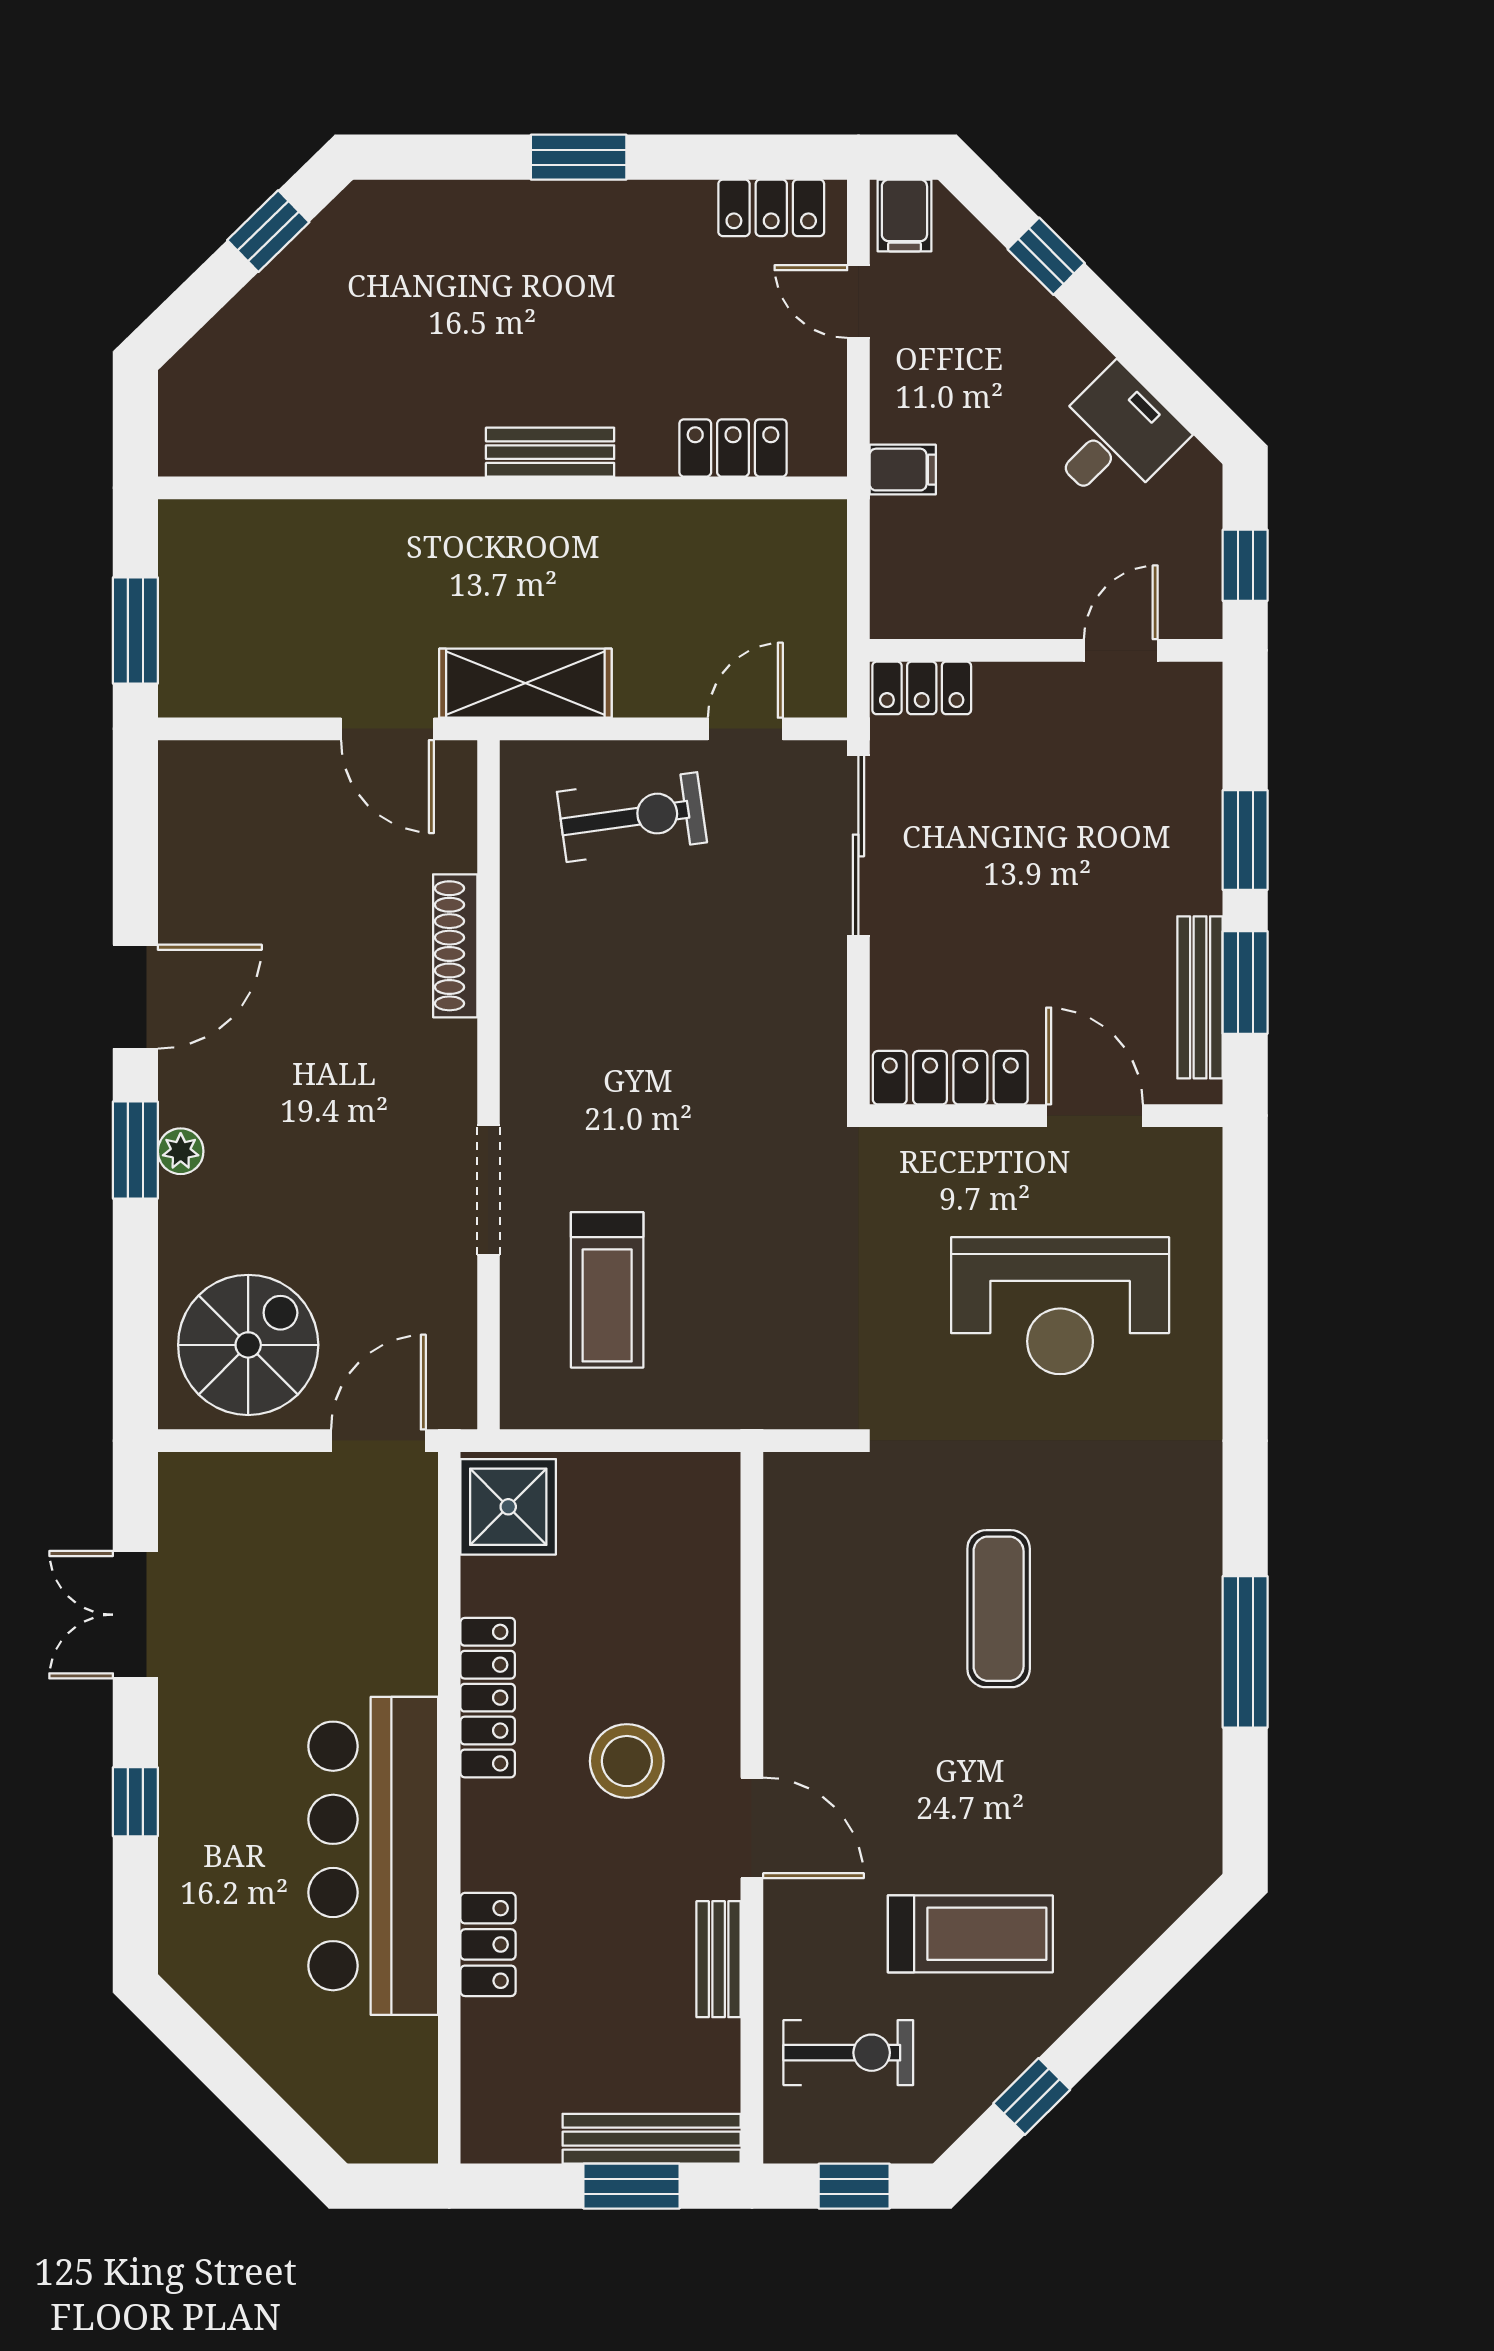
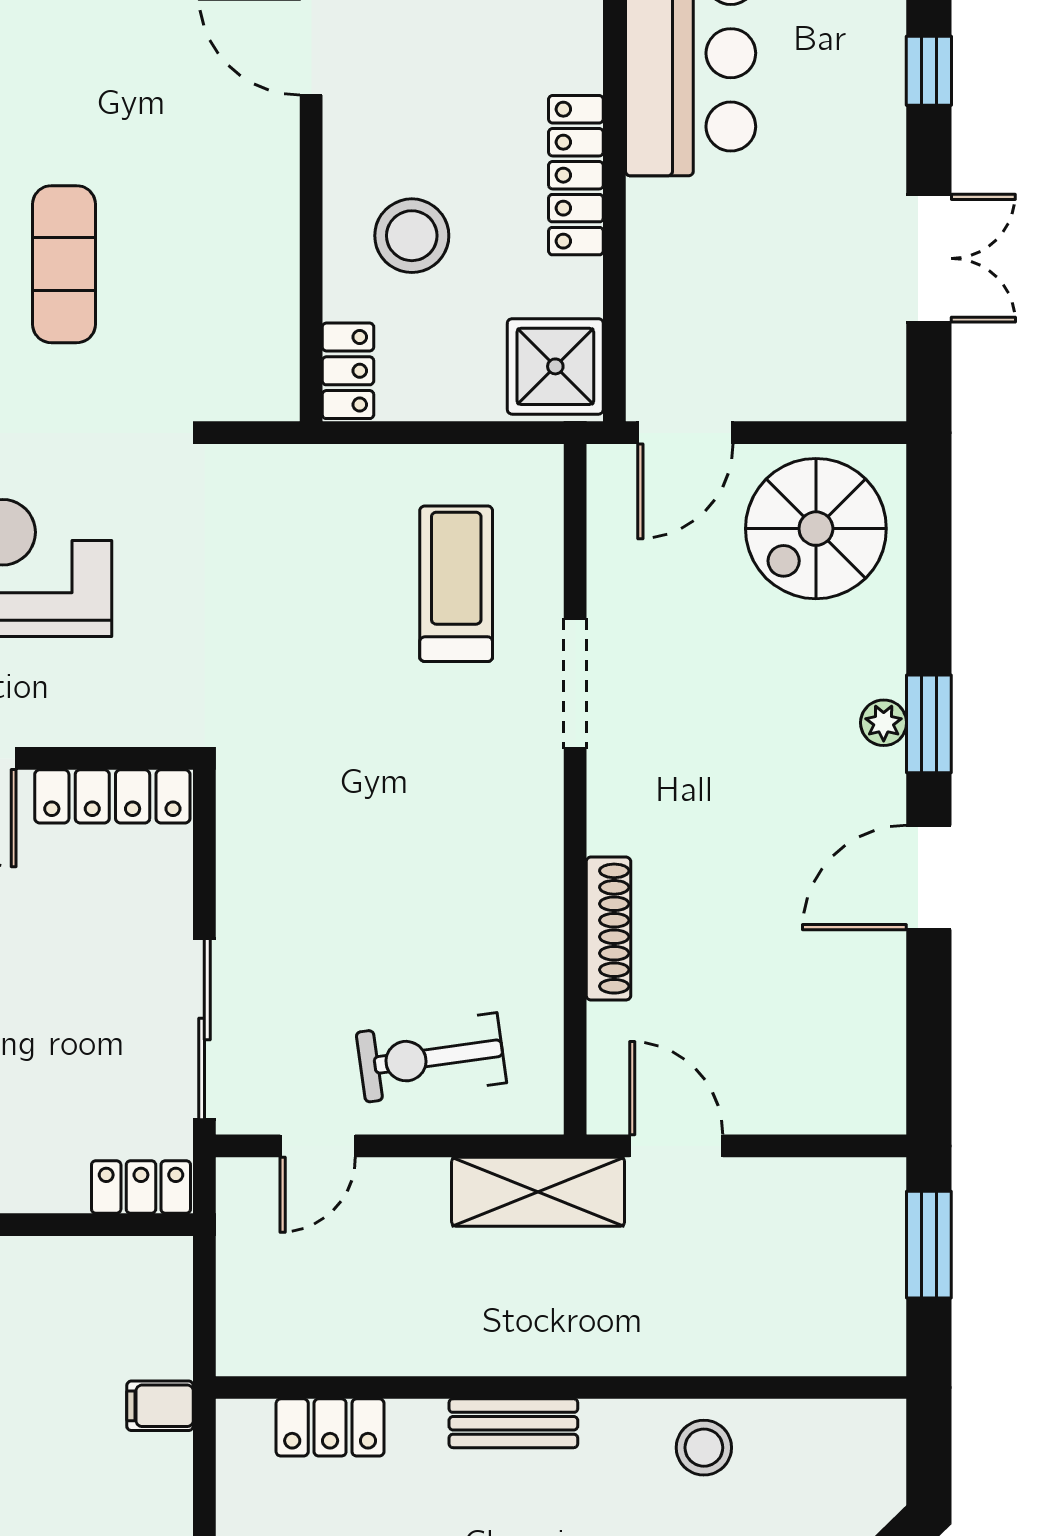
stool: (360, 428) -> (704, 1448), added
locker: (715, 1502) -> (348, 371), added
stool: (627, 1761) -> (412, 236), moved

